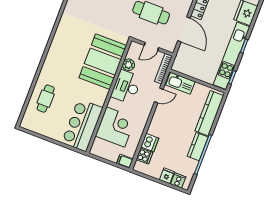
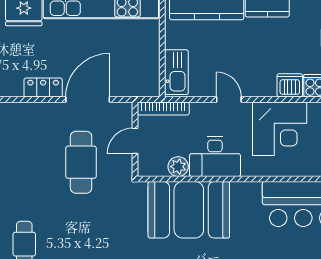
door: (151, 47) -> (135, 141), swing flipped
door: (159, 95) -> (229, 99), moved
corner desk: (115, 127) -> (280, 129), moved, turned 180

